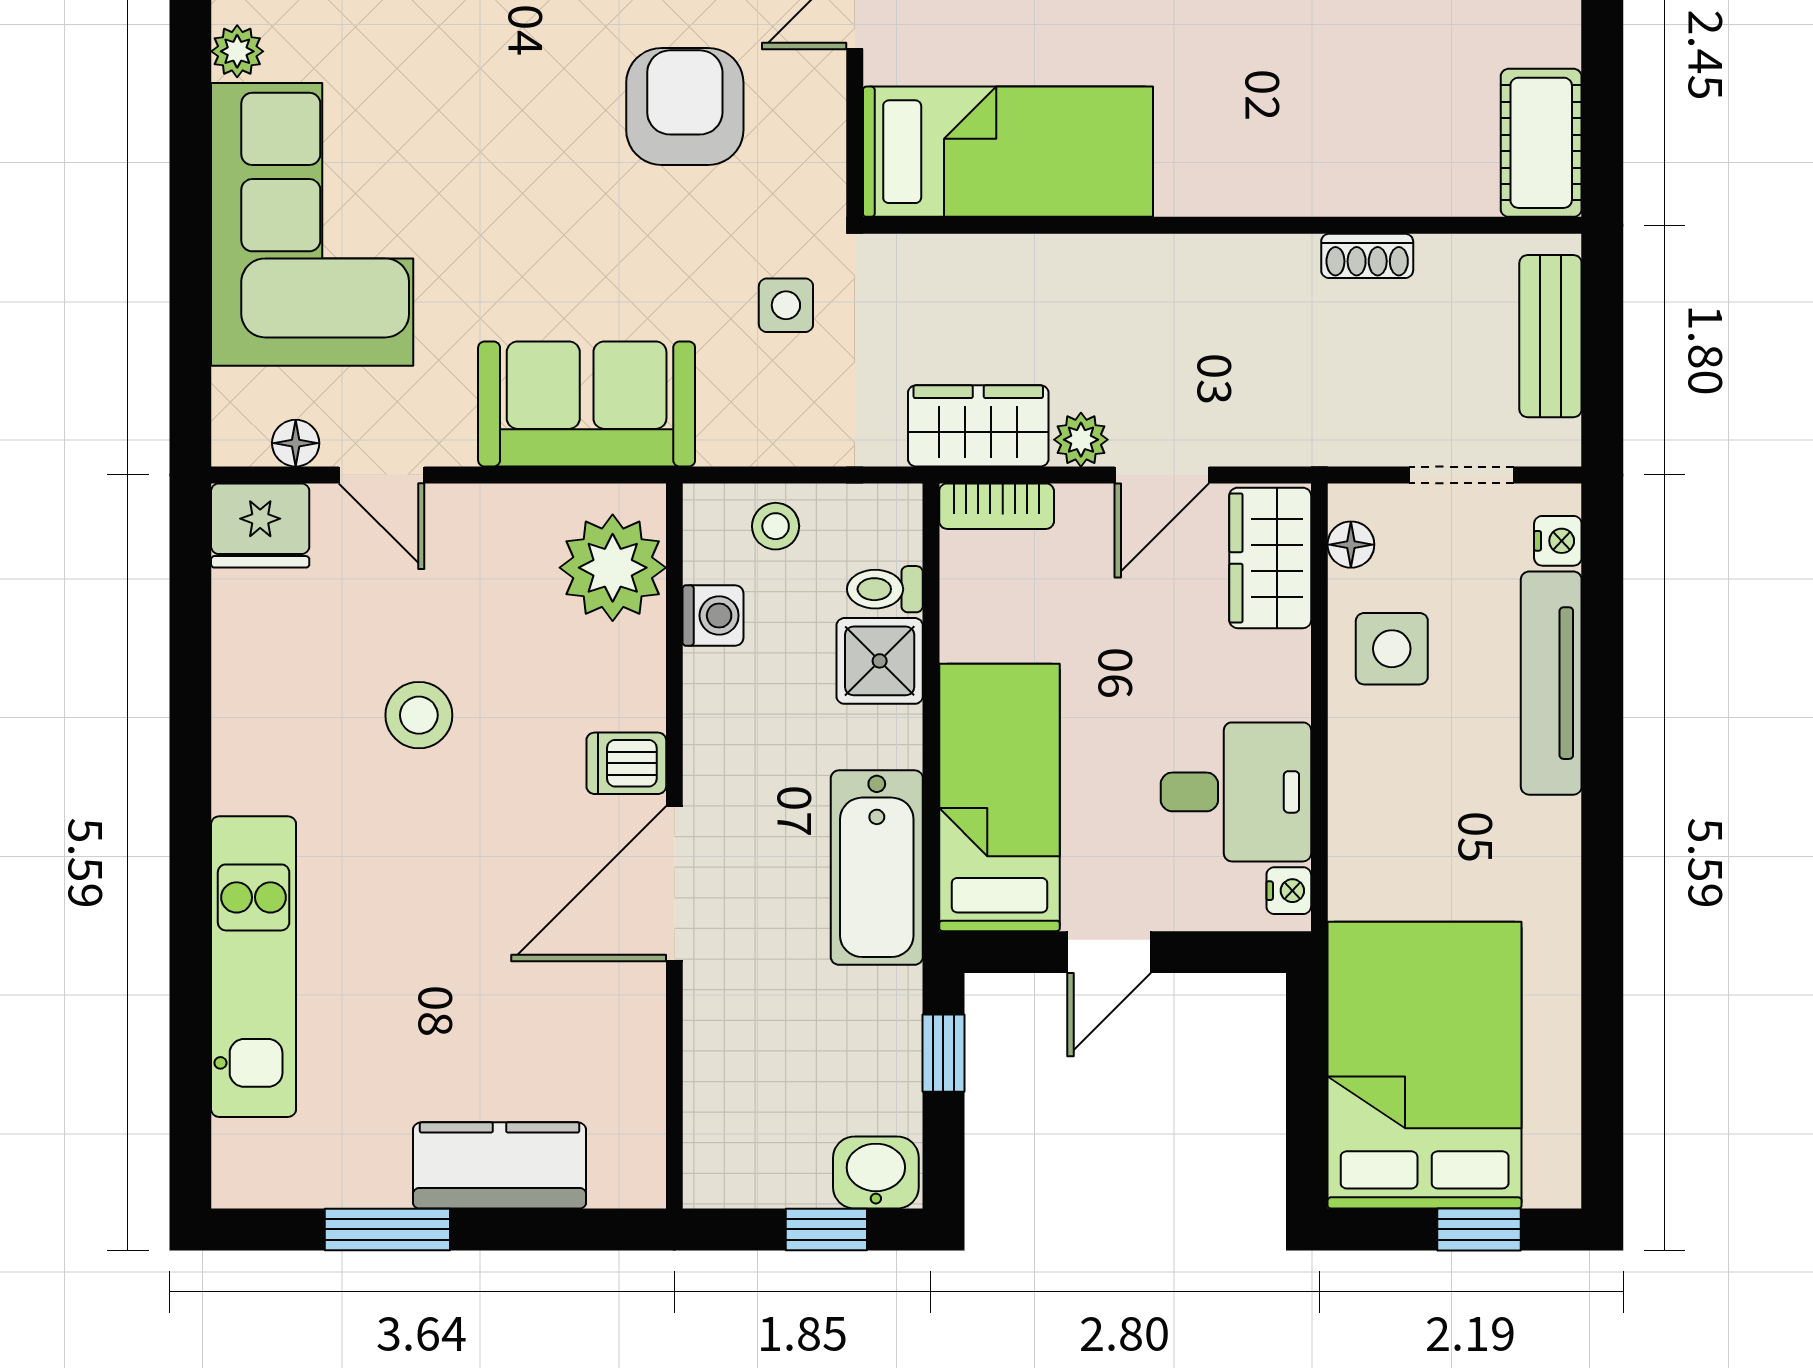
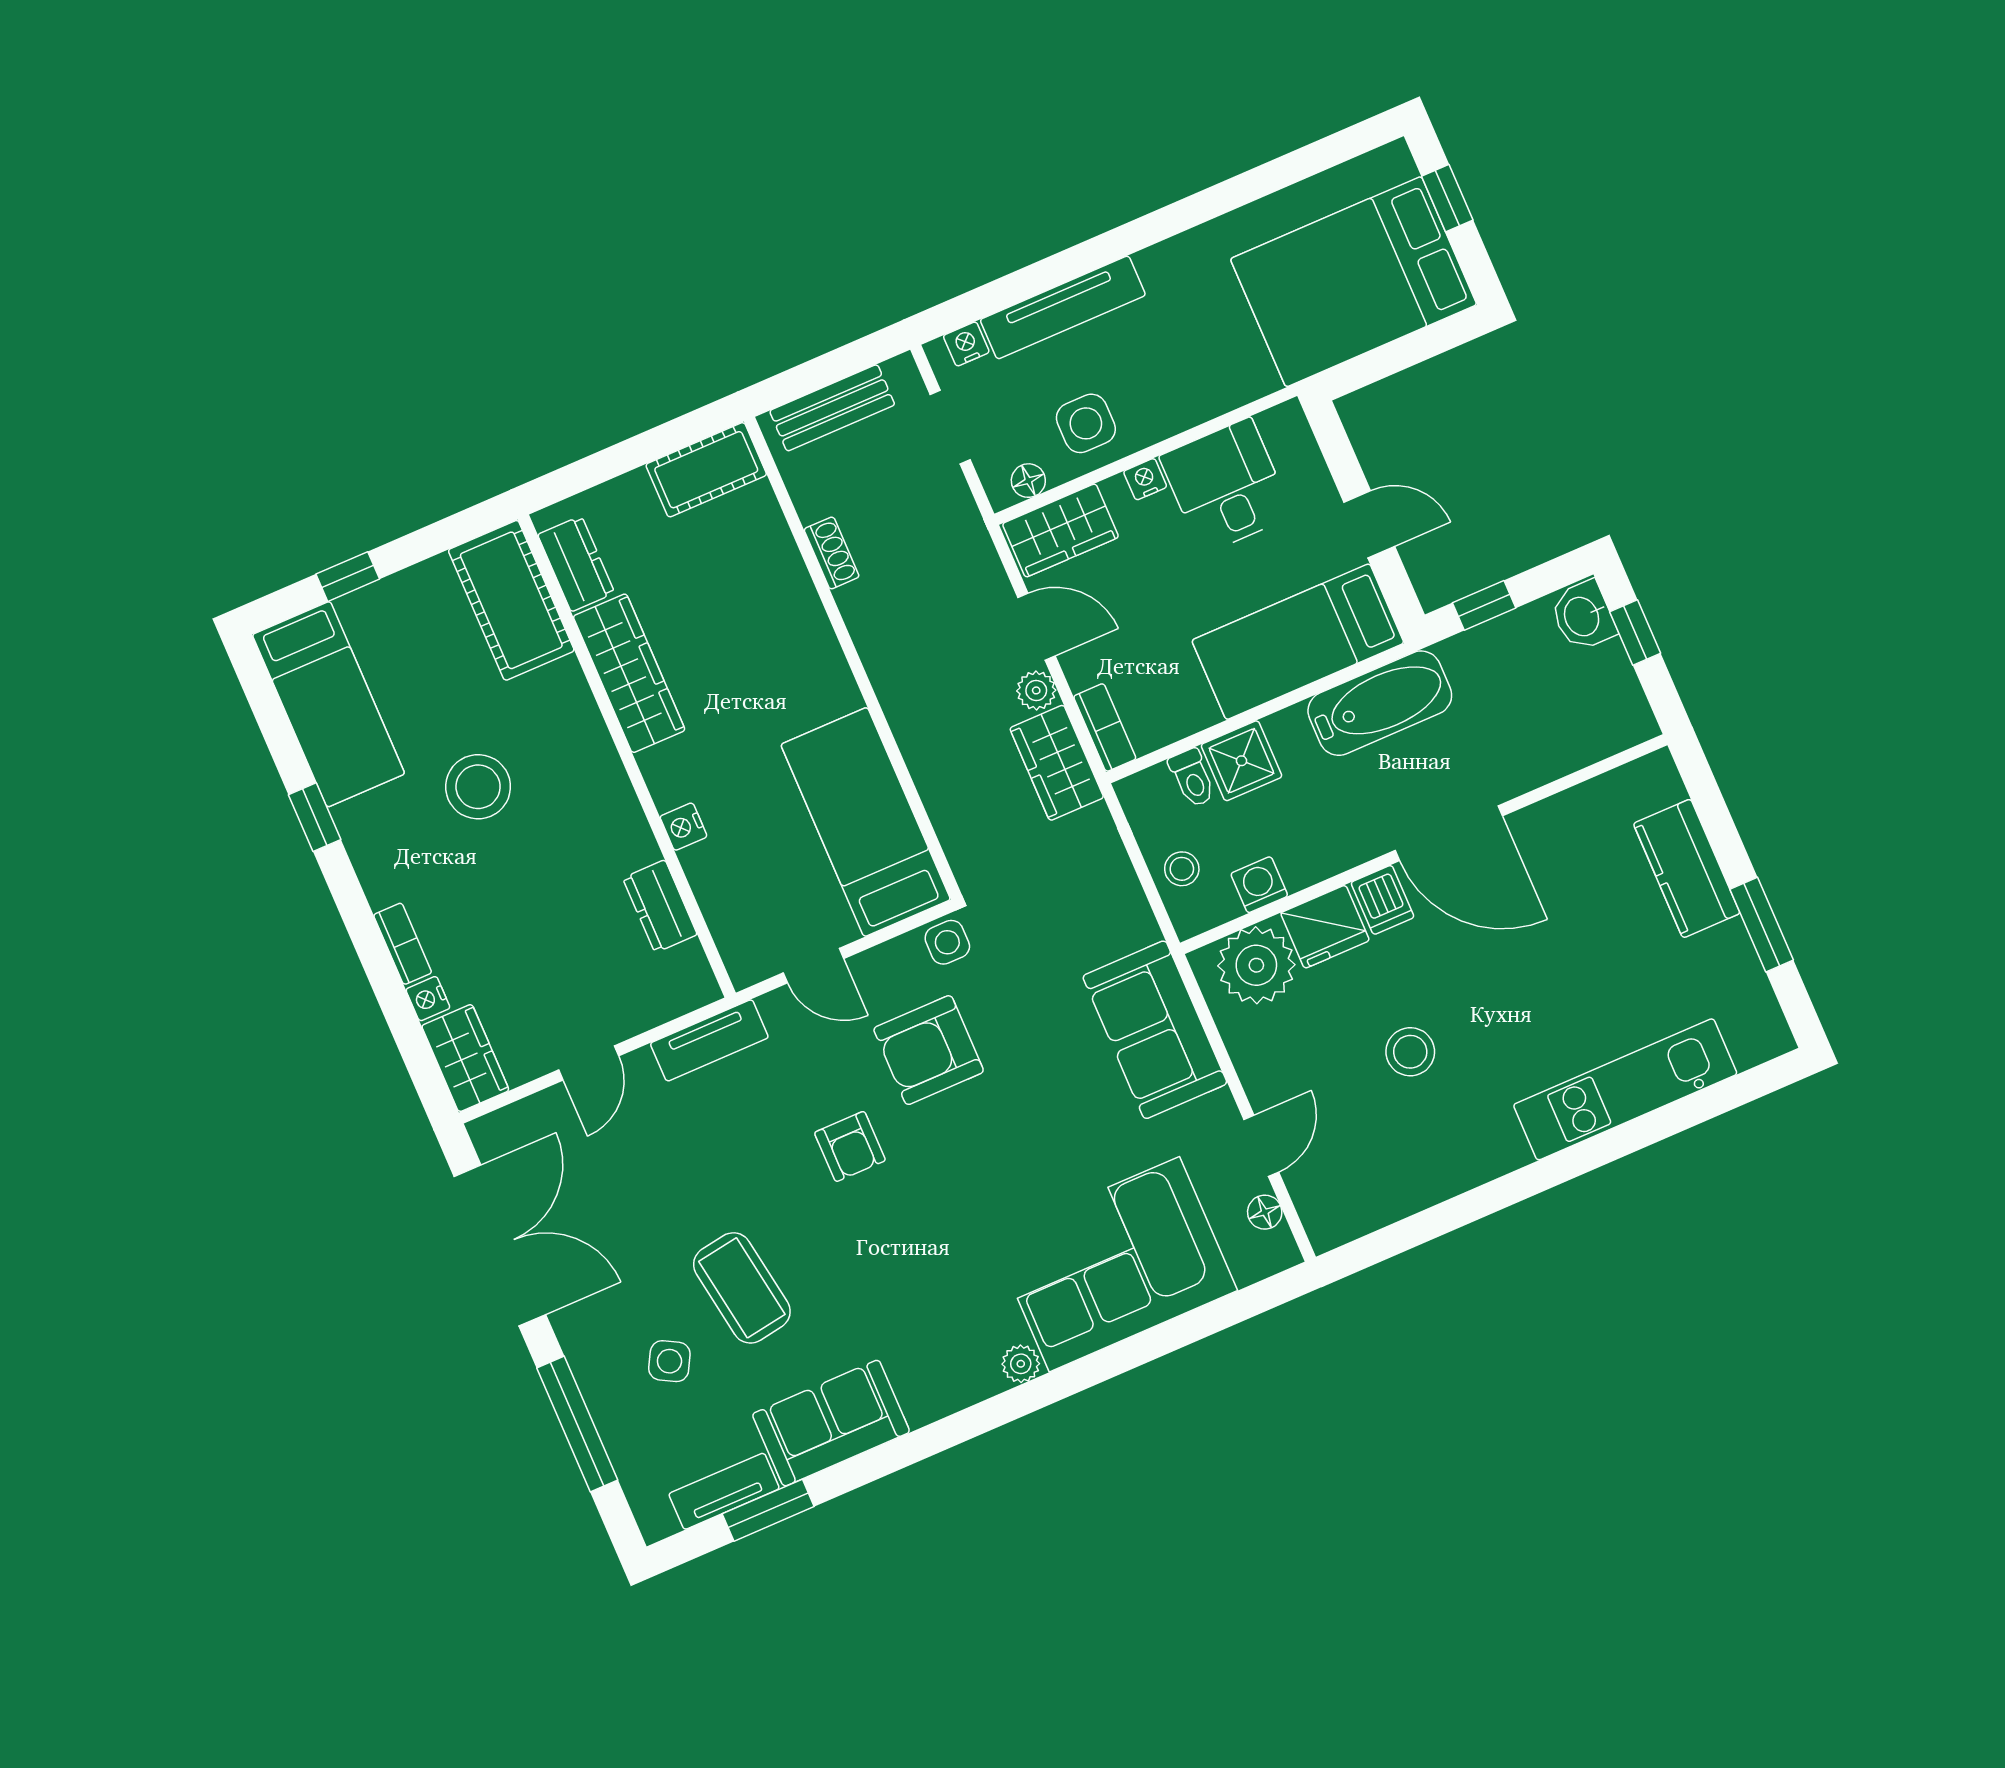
side table: (786, 305) -> (947, 942), moved
fridge: (260, 525) -> (1325, 927), moved, turned 90
nightstand: (1289, 891) -> (1145, 479), moved

